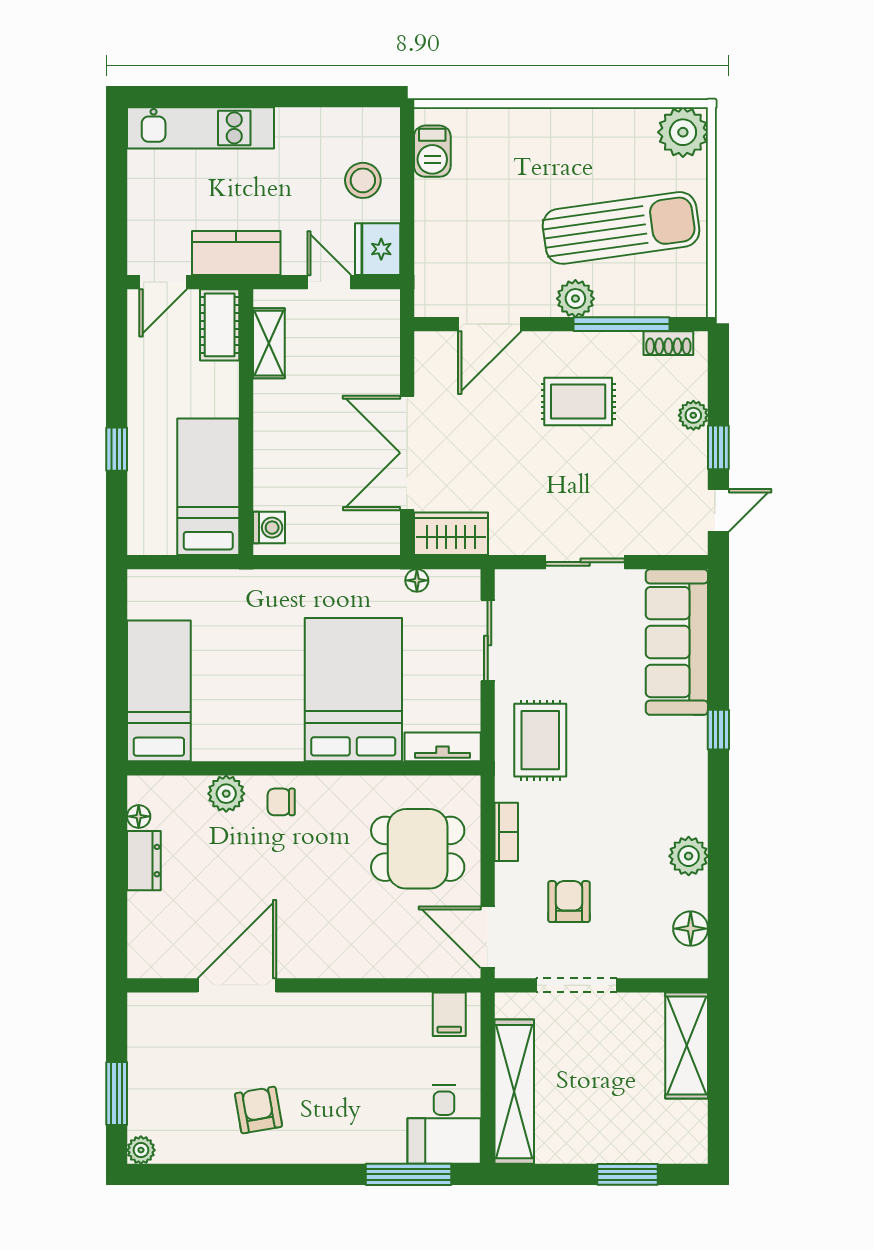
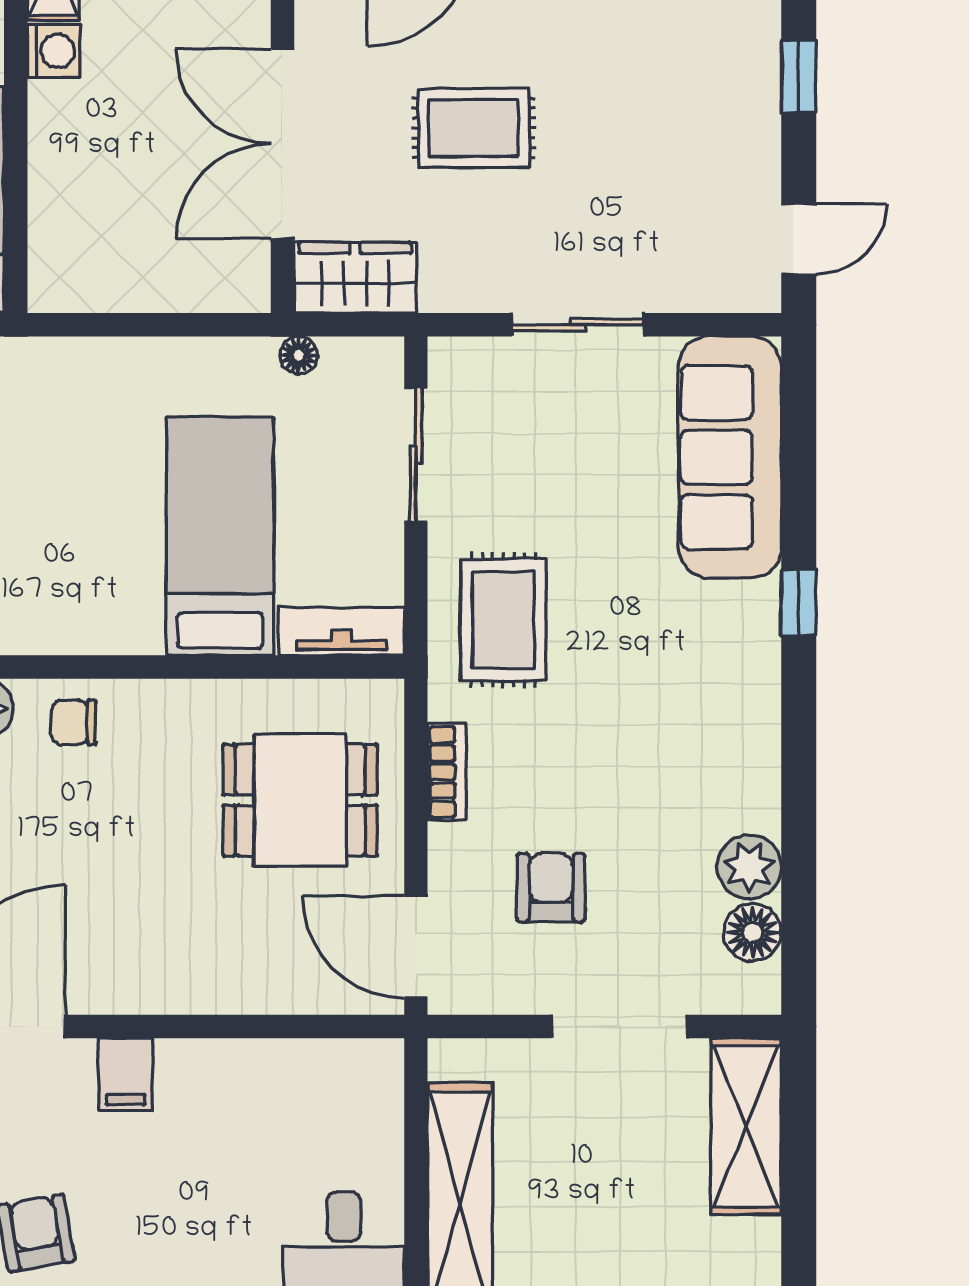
rug: (578, 402) -> (474, 128), moved
plant: (693, 415) -> (757, 81), removed
window: (718, 447) -> (799, 77), moved
washing machine: (269, 528) -> (54, 51), moved
bed: (353, 690) -> (220, 536), width x0.67
plant: (689, 856) -> (749, 867), moved
doorway: (577, 985) -> (619, 1027), moved
filing cabinet: (449, 1014) -> (126, 1074), moved

